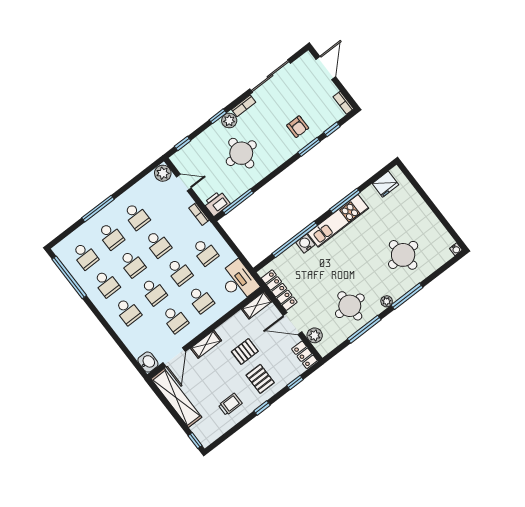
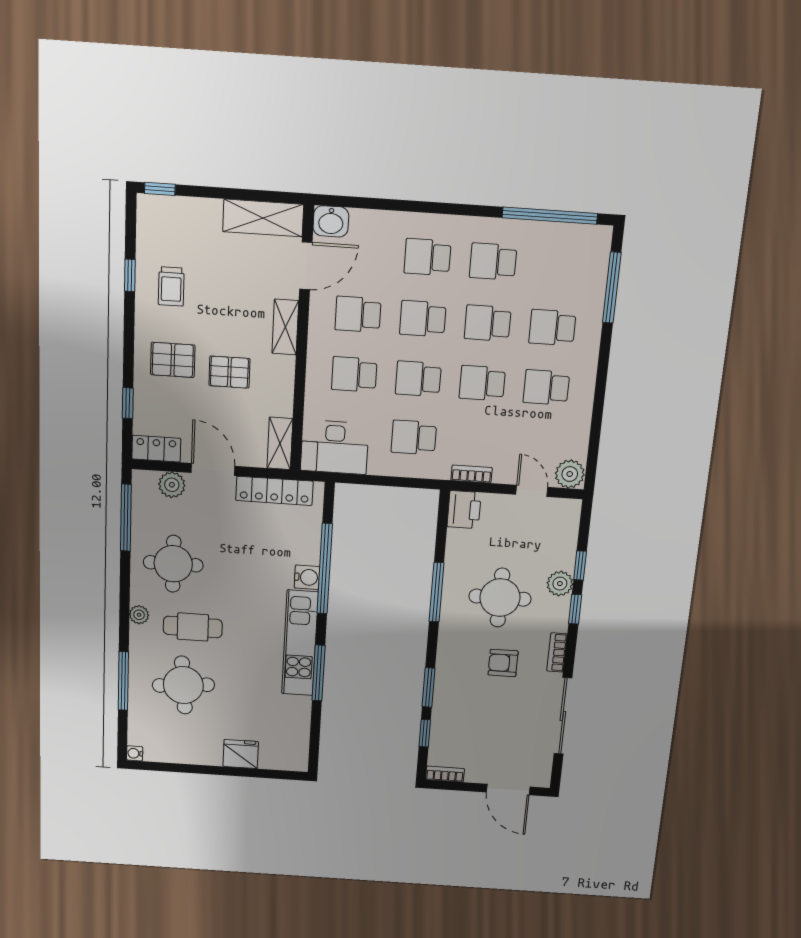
plant: (229, 121) -> (560, 584), moved
armchair: (298, 127) -> (503, 663), moved
window: (183, 143) -> (580, 566), moved
door: (184, 182) -> (532, 491), swing flipped
fridge: (385, 184) -> (241, 754), moved, turned 90
window: (238, 202) -> (436, 592), moved
window: (98, 209) -> (612, 288), moved
school desk: (85, 256) -> (559, 266), removed
cafe table: (372, 273) -> (193, 627), added
window: (407, 296) -> (123, 681), moved
door: (293, 324) -> (213, 469), hinge flipped
window: (364, 329) -> (126, 518), moved
pallet: (245, 351) -> (229, 372), turned 90
door: (174, 357) -> (306, 266), swing flipped
shelving: (176, 398) -> (263, 218), width x0.68
window: (262, 408) -> (130, 275), moved

